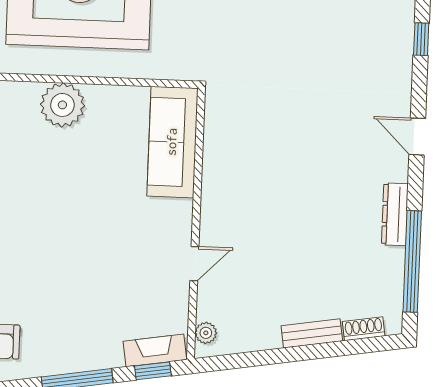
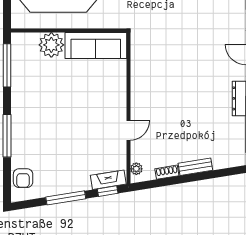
sofa: (172, 142) -> (96, 45), moved, turned -90
shoe rack: (364, 329) -> (167, 172), moved

